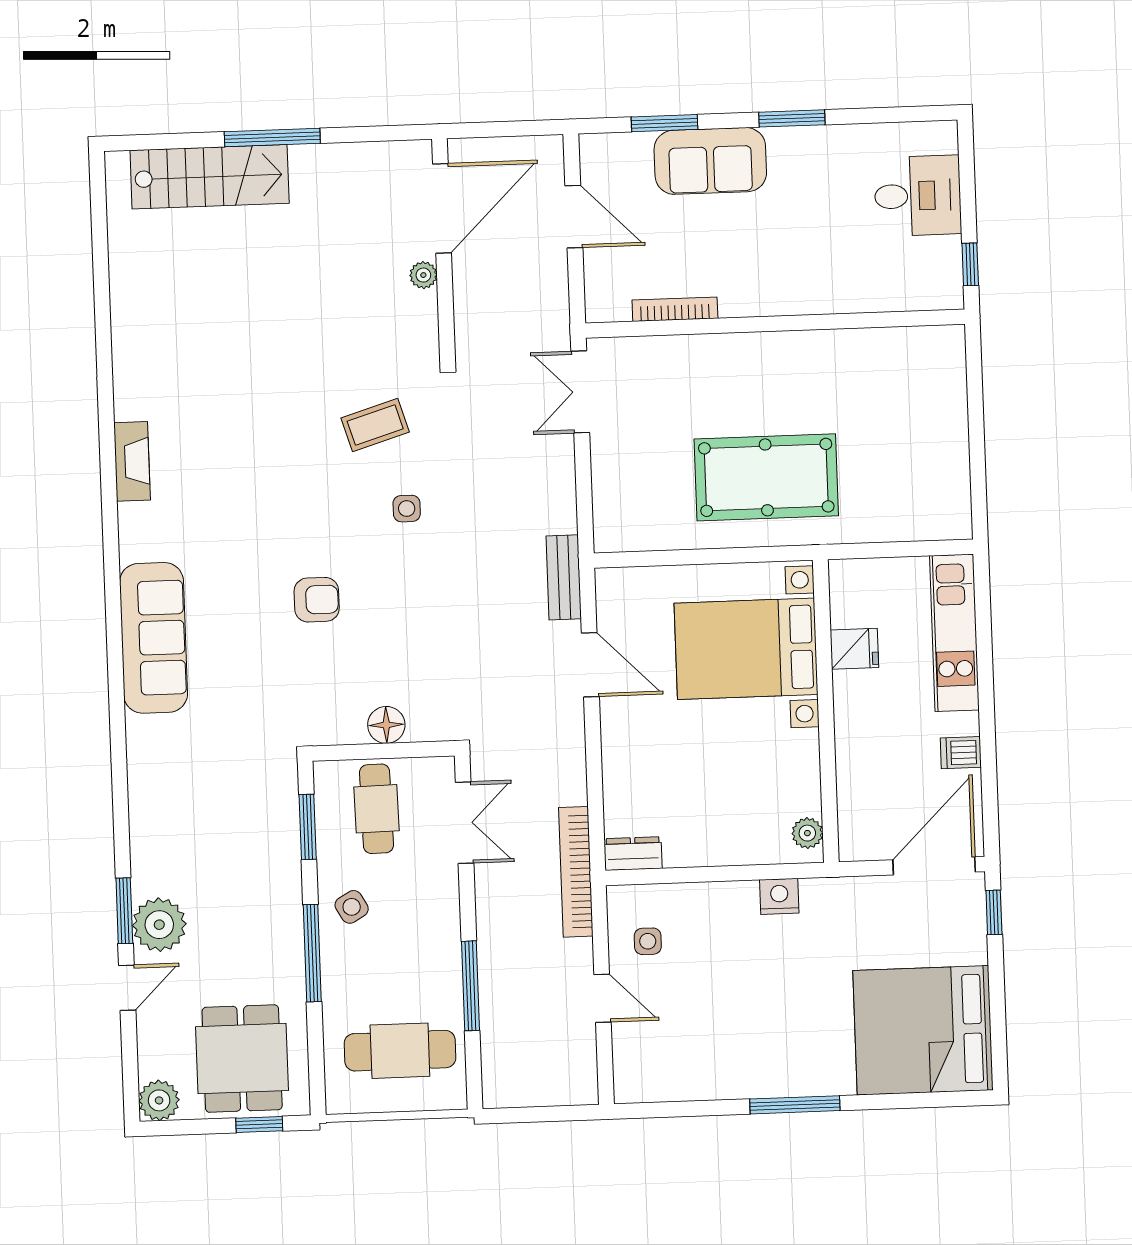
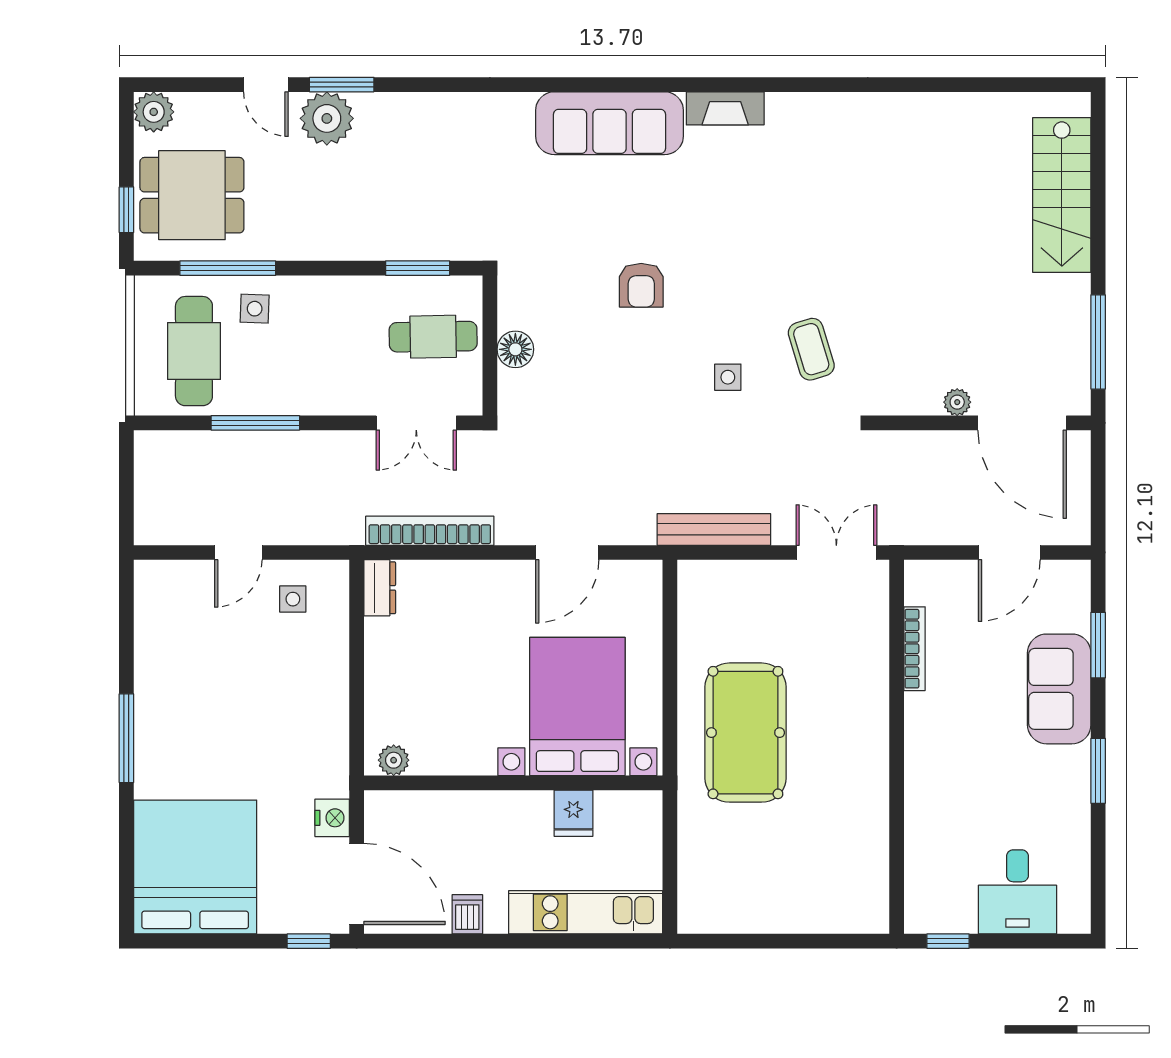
window: (272, 138) -> (1098, 342), moved
fireplace: (132, 461) -> (725, 108), moved
bench: (564, 577) -> (714, 529), moved, width x1.36
bookcase: (576, 872) -> (430, 531), moved
nightstand: (779, 896) -> (332, 818), moved
side table: (352, 907) -> (255, 309), moved, turned 32
window: (312, 953) -> (228, 268), moved

